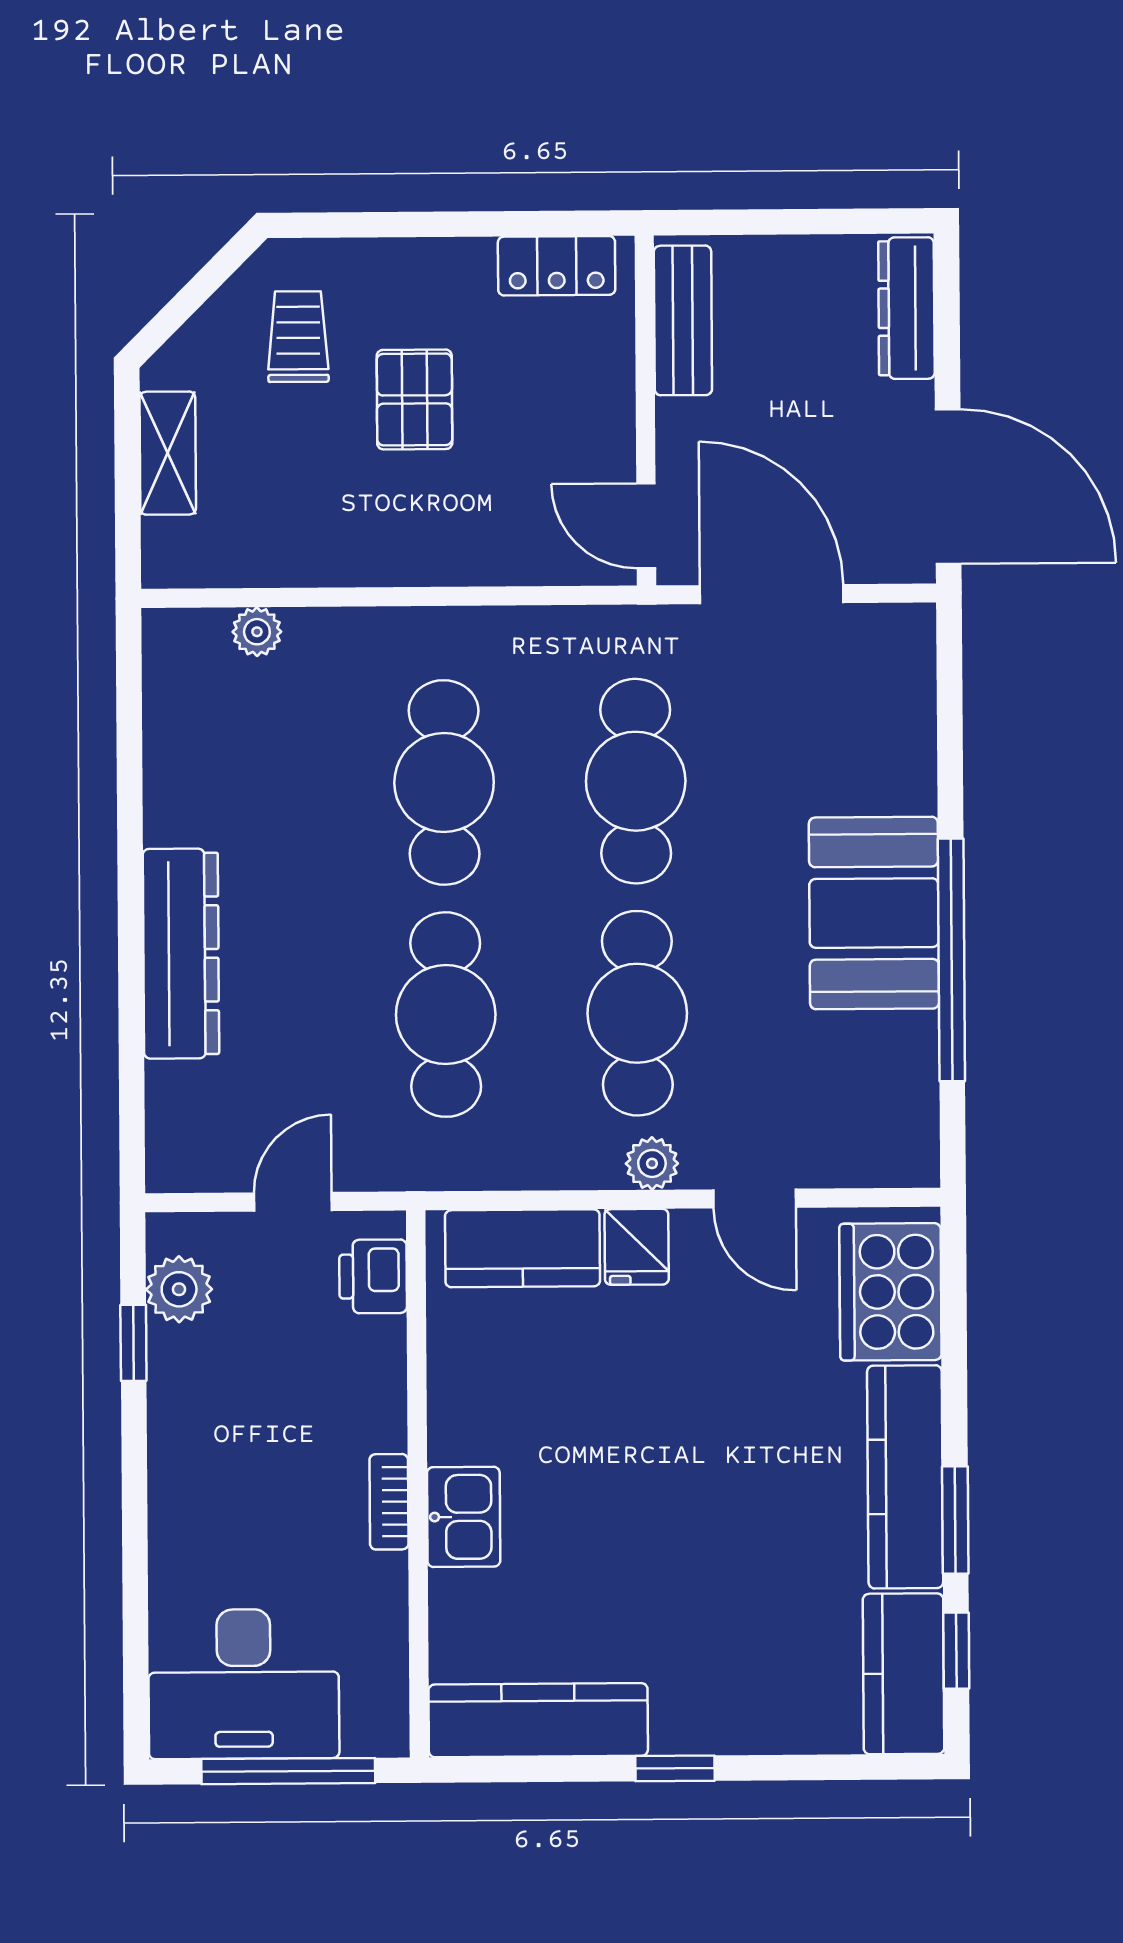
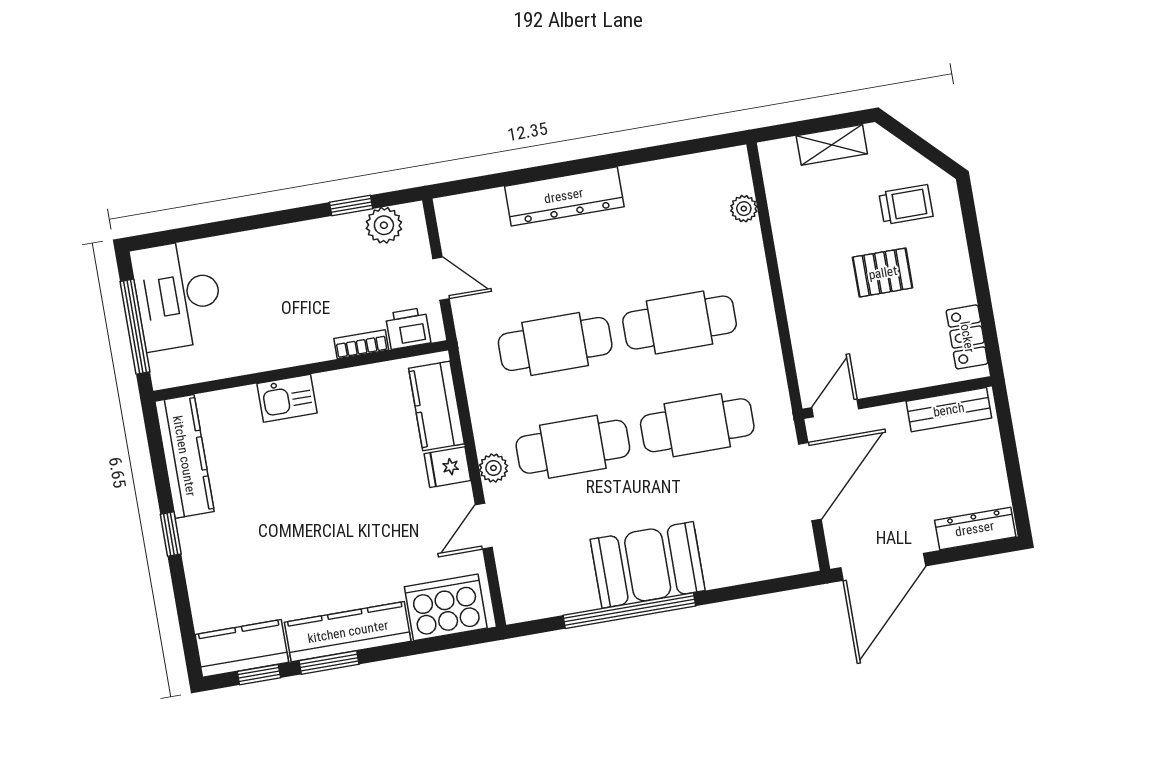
bookcase: (389, 1502) -> (361, 344), moved

